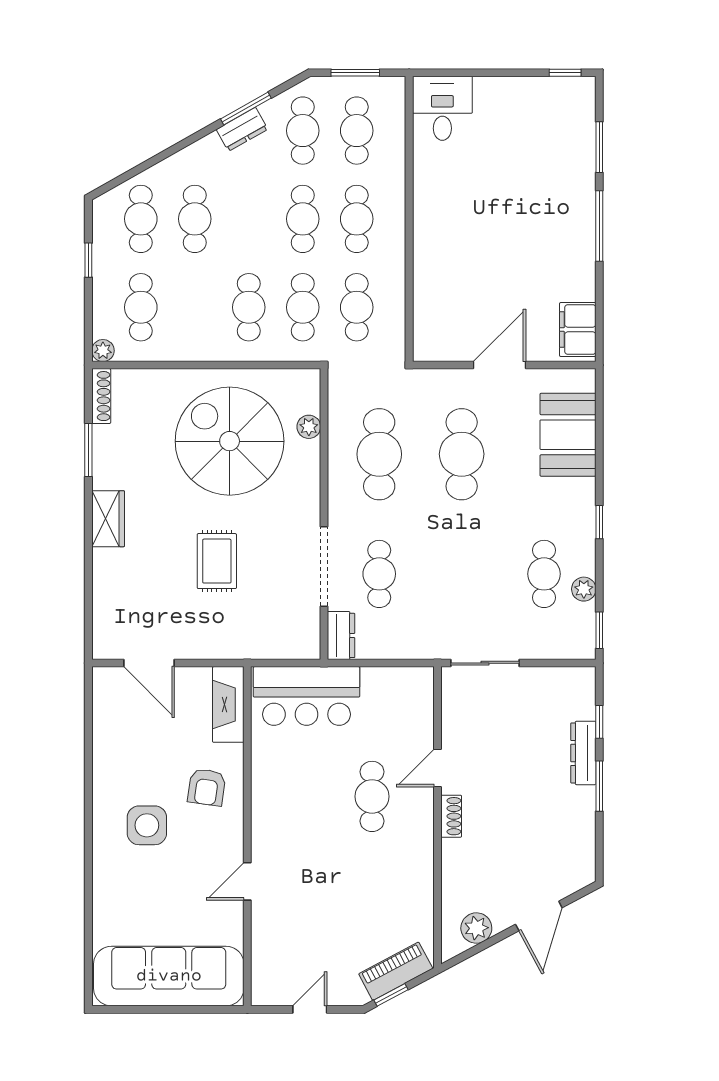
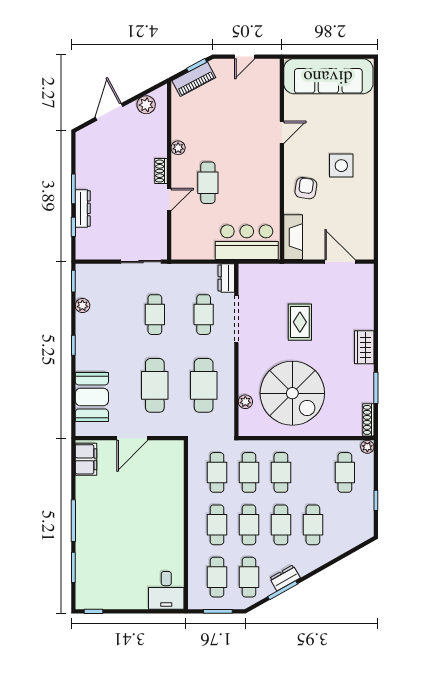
cafe table: (141, 219) -> (281, 525), moved
cafe table: (544, 574) -> (155, 315), moved
plant: (422, 855) -> (178, 148), added

